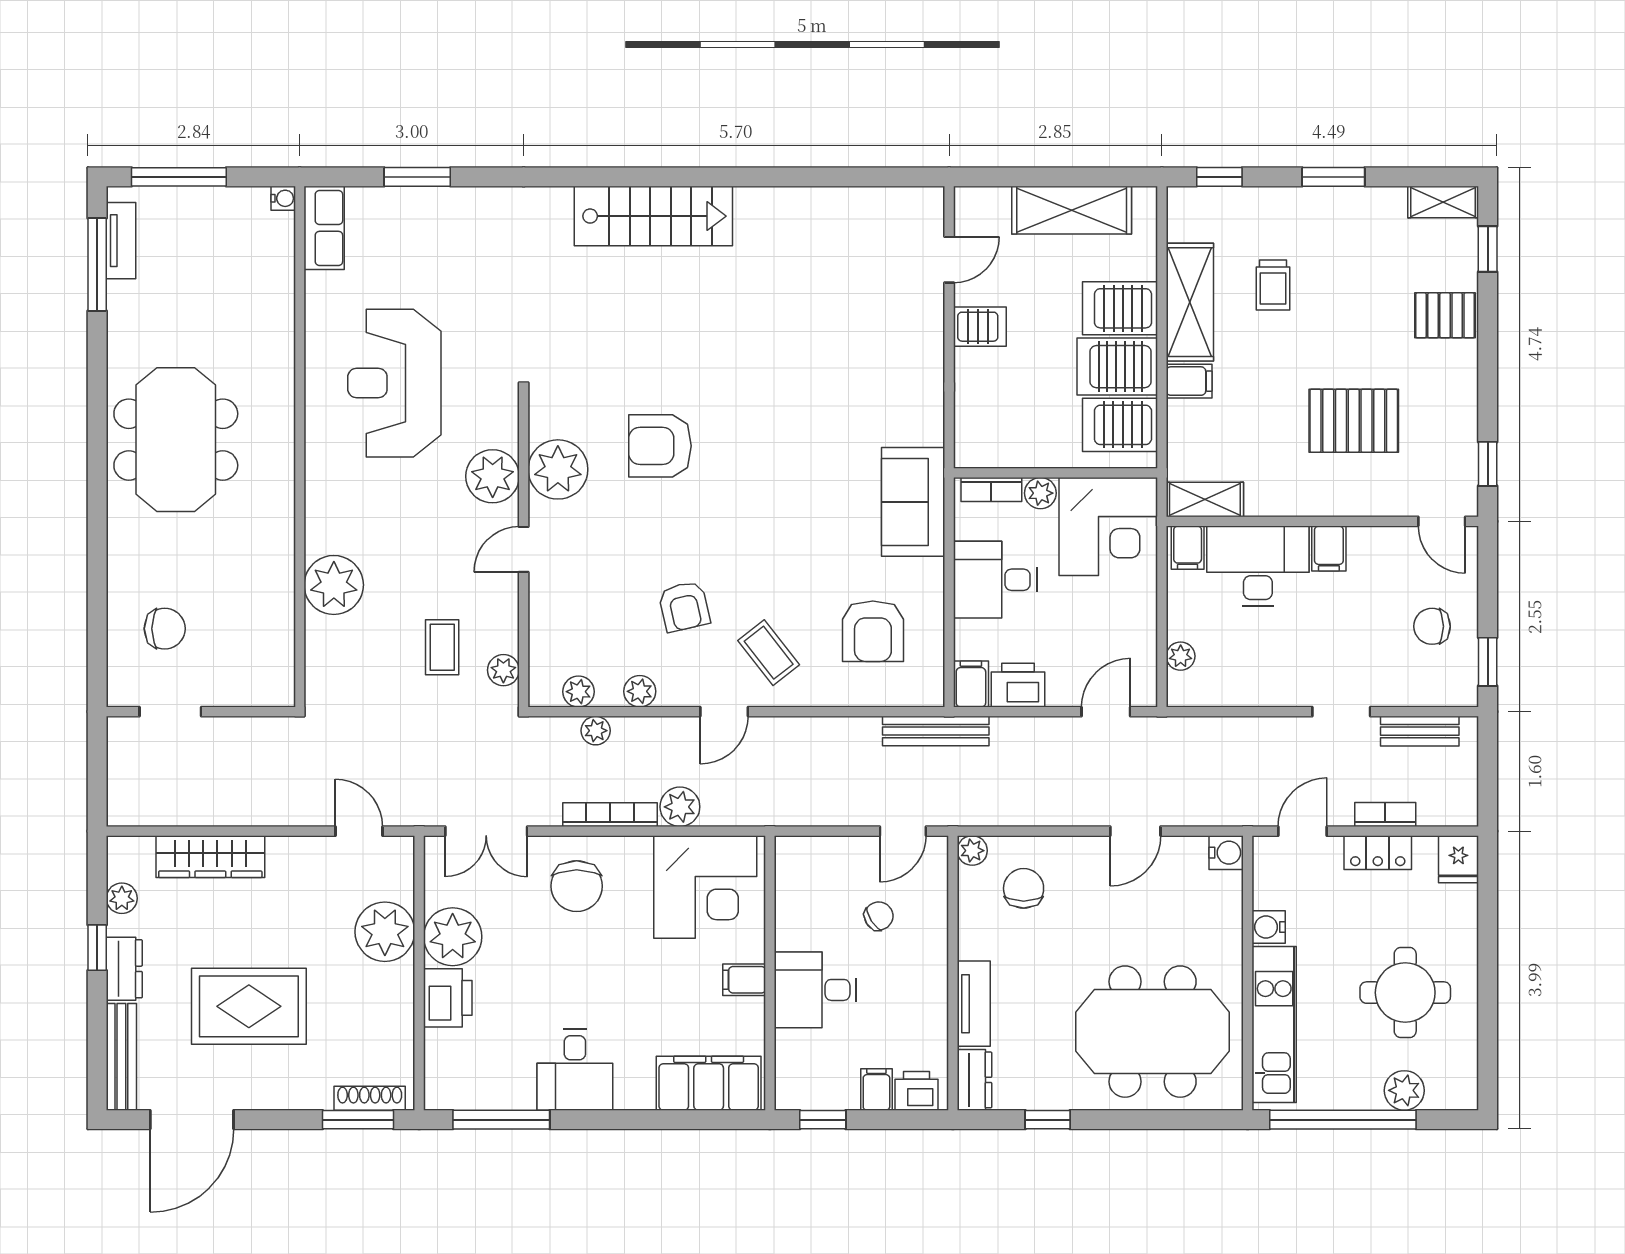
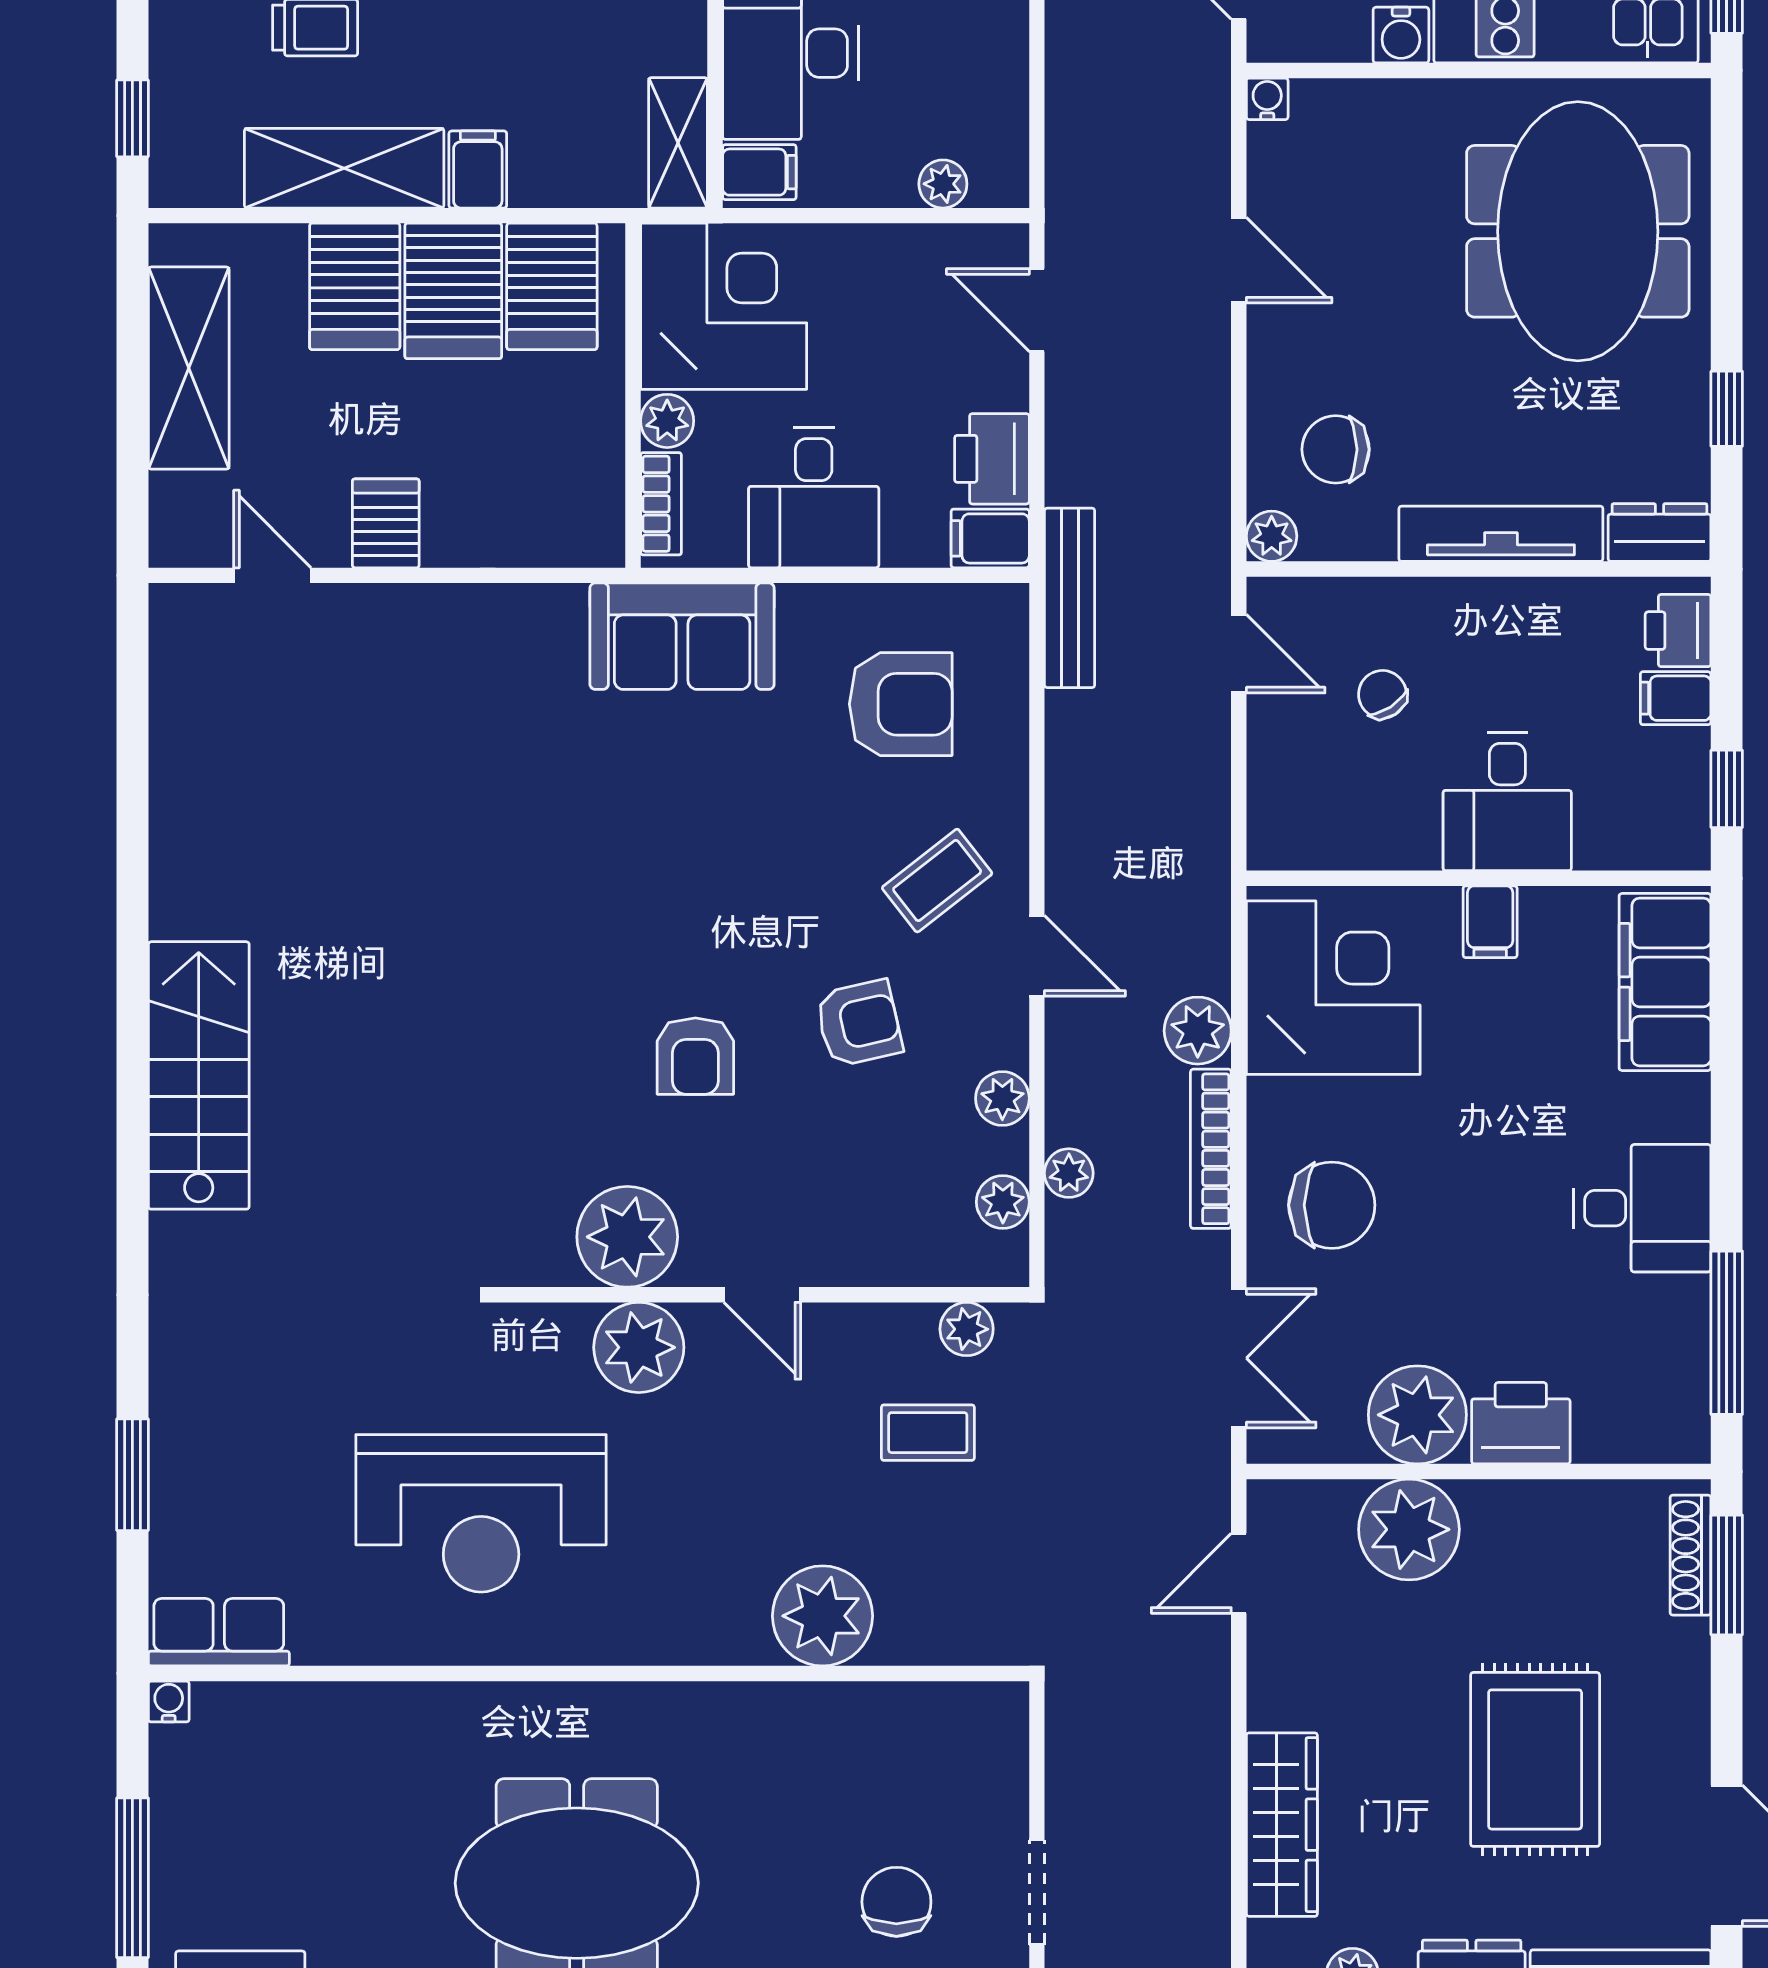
armchair: (660, 446) -> (695, 1056), moved, width x0.72, depth x0.72
water cooler: (1226, 853) -> (1267, 99), width x0.72, depth x0.72
tv unit: (974, 1004) -> (1501, 534), width x1.41

